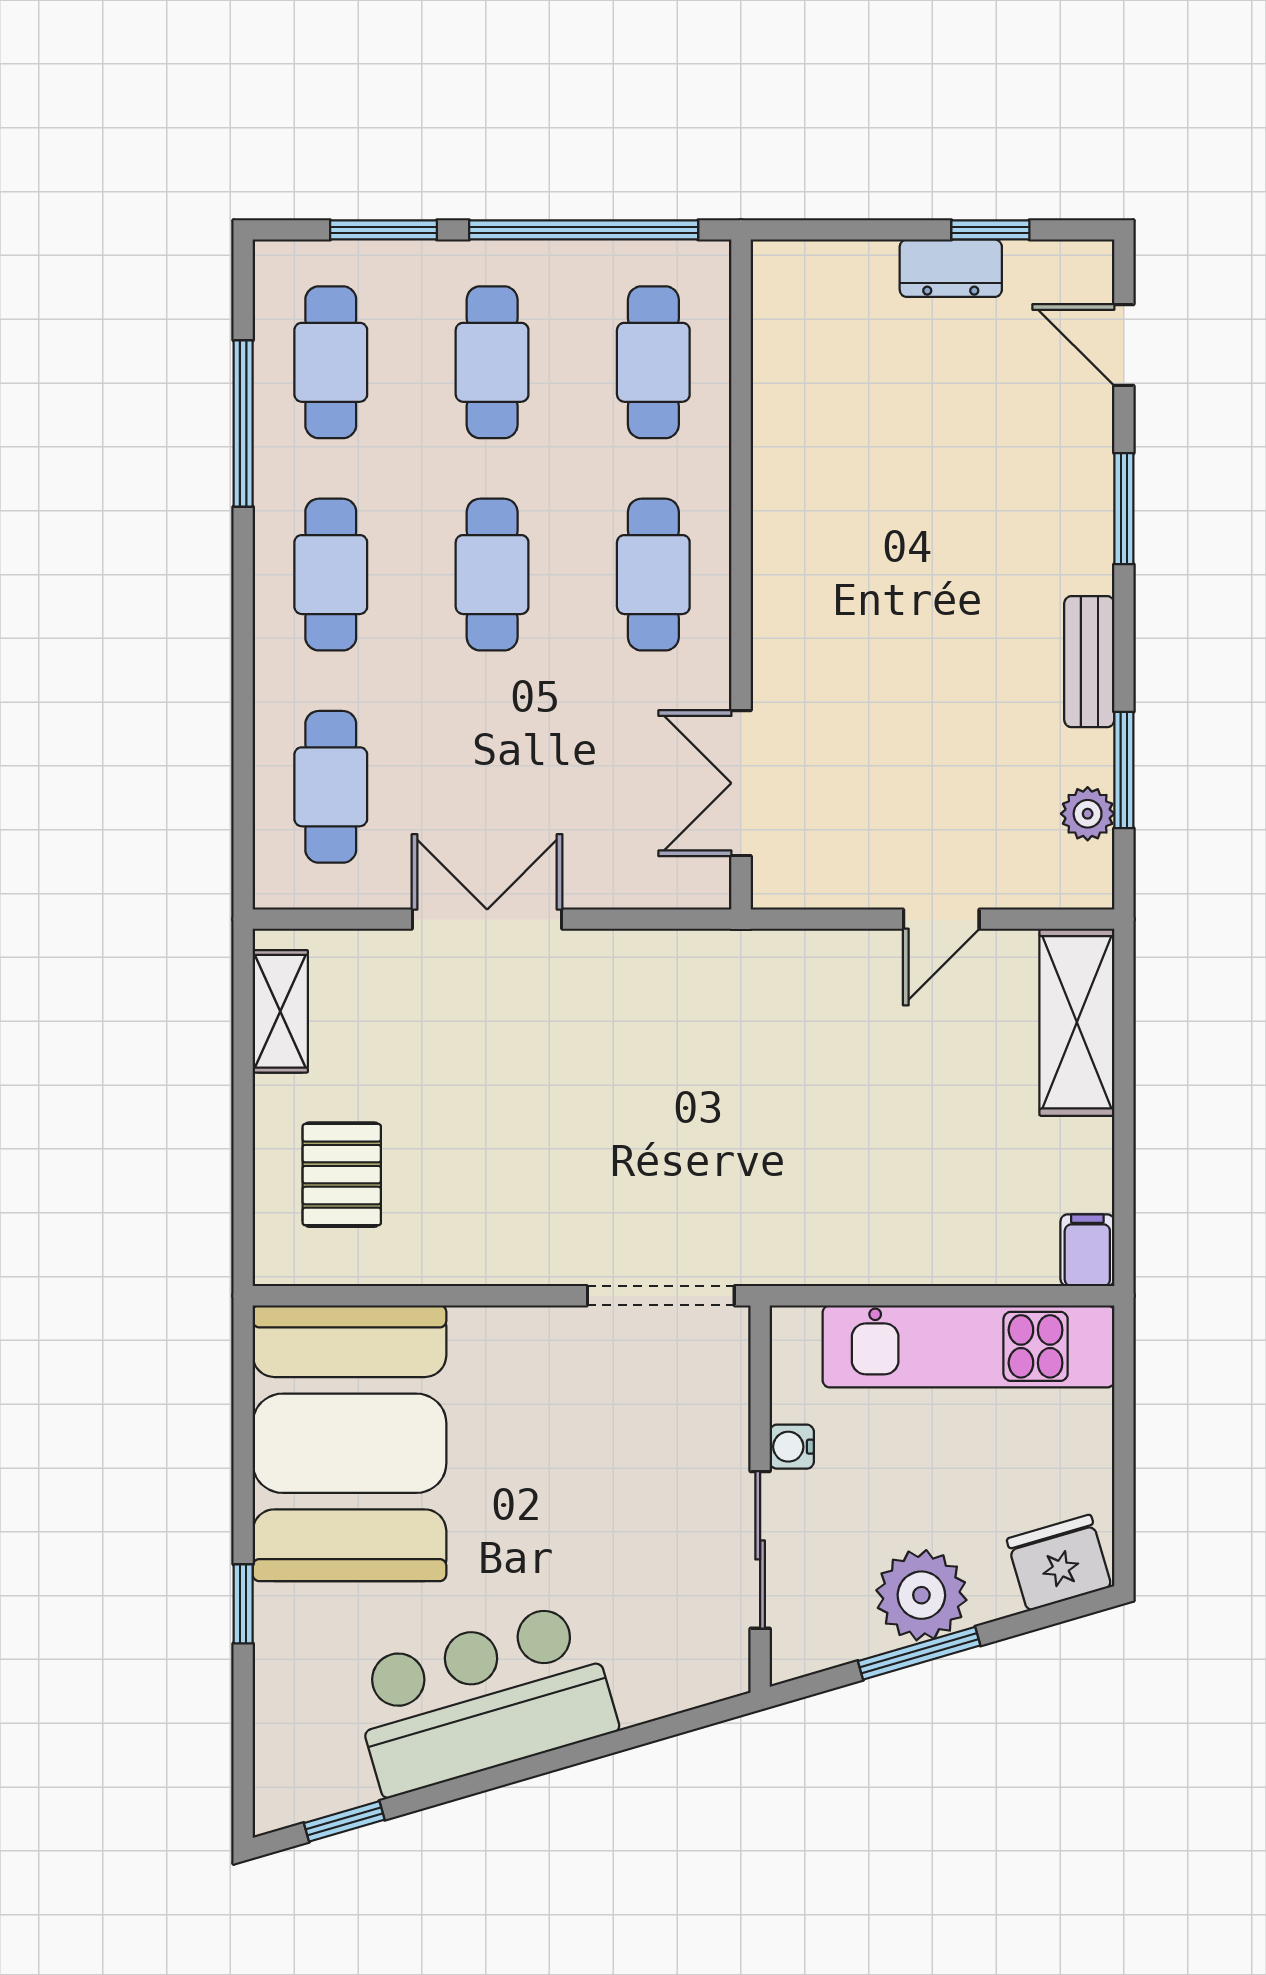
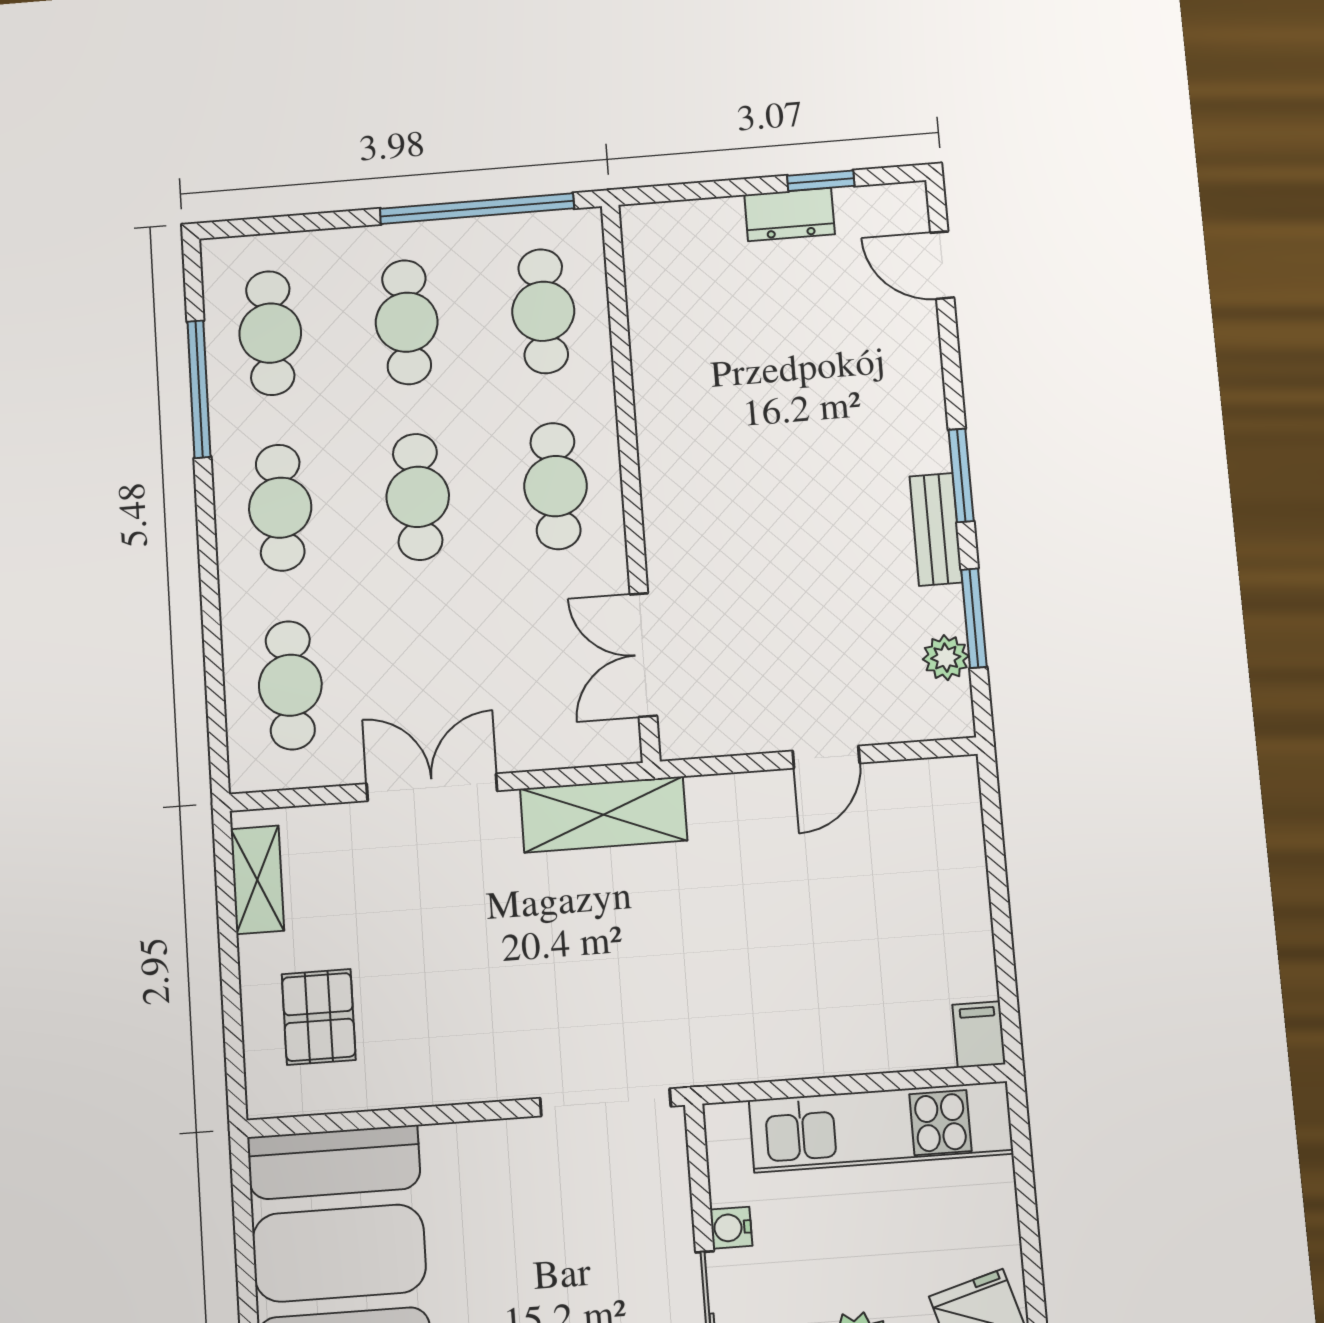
window: (384, 230) -> (309, 222), removed
window: (1124, 509) -> (961, 475), moved
shelving: (1077, 1022) -> (604, 815), moved, turned 90

